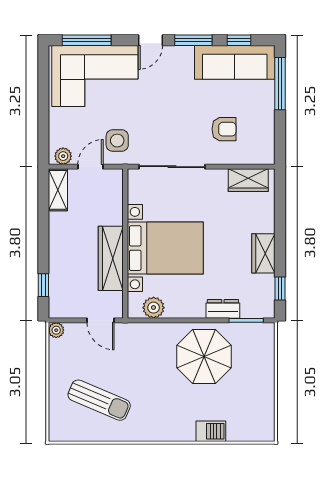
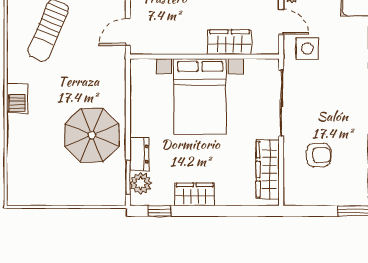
armchair: (224, 129) -> (319, 155), turned -90
wardrobe: (248, 180) -> (268, 169), width x1.50
wardrobe: (111, 258) -> (230, 42), moved, width x0.67
plant: (154, 308) -> (141, 183), moved
barbecue: (211, 431) -> (17, 98), moved

